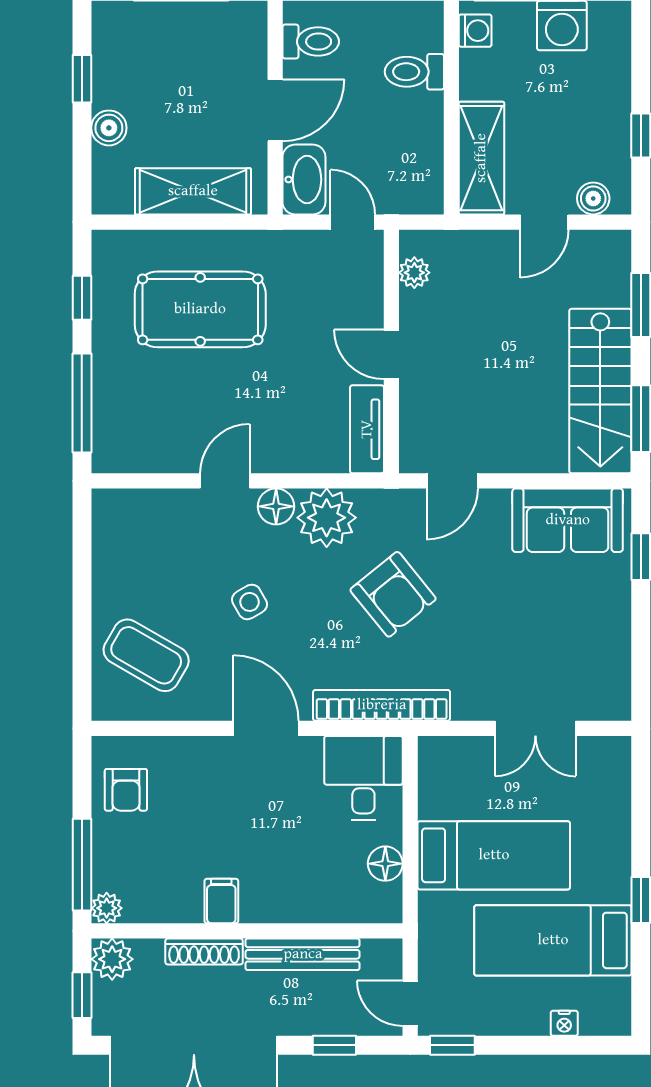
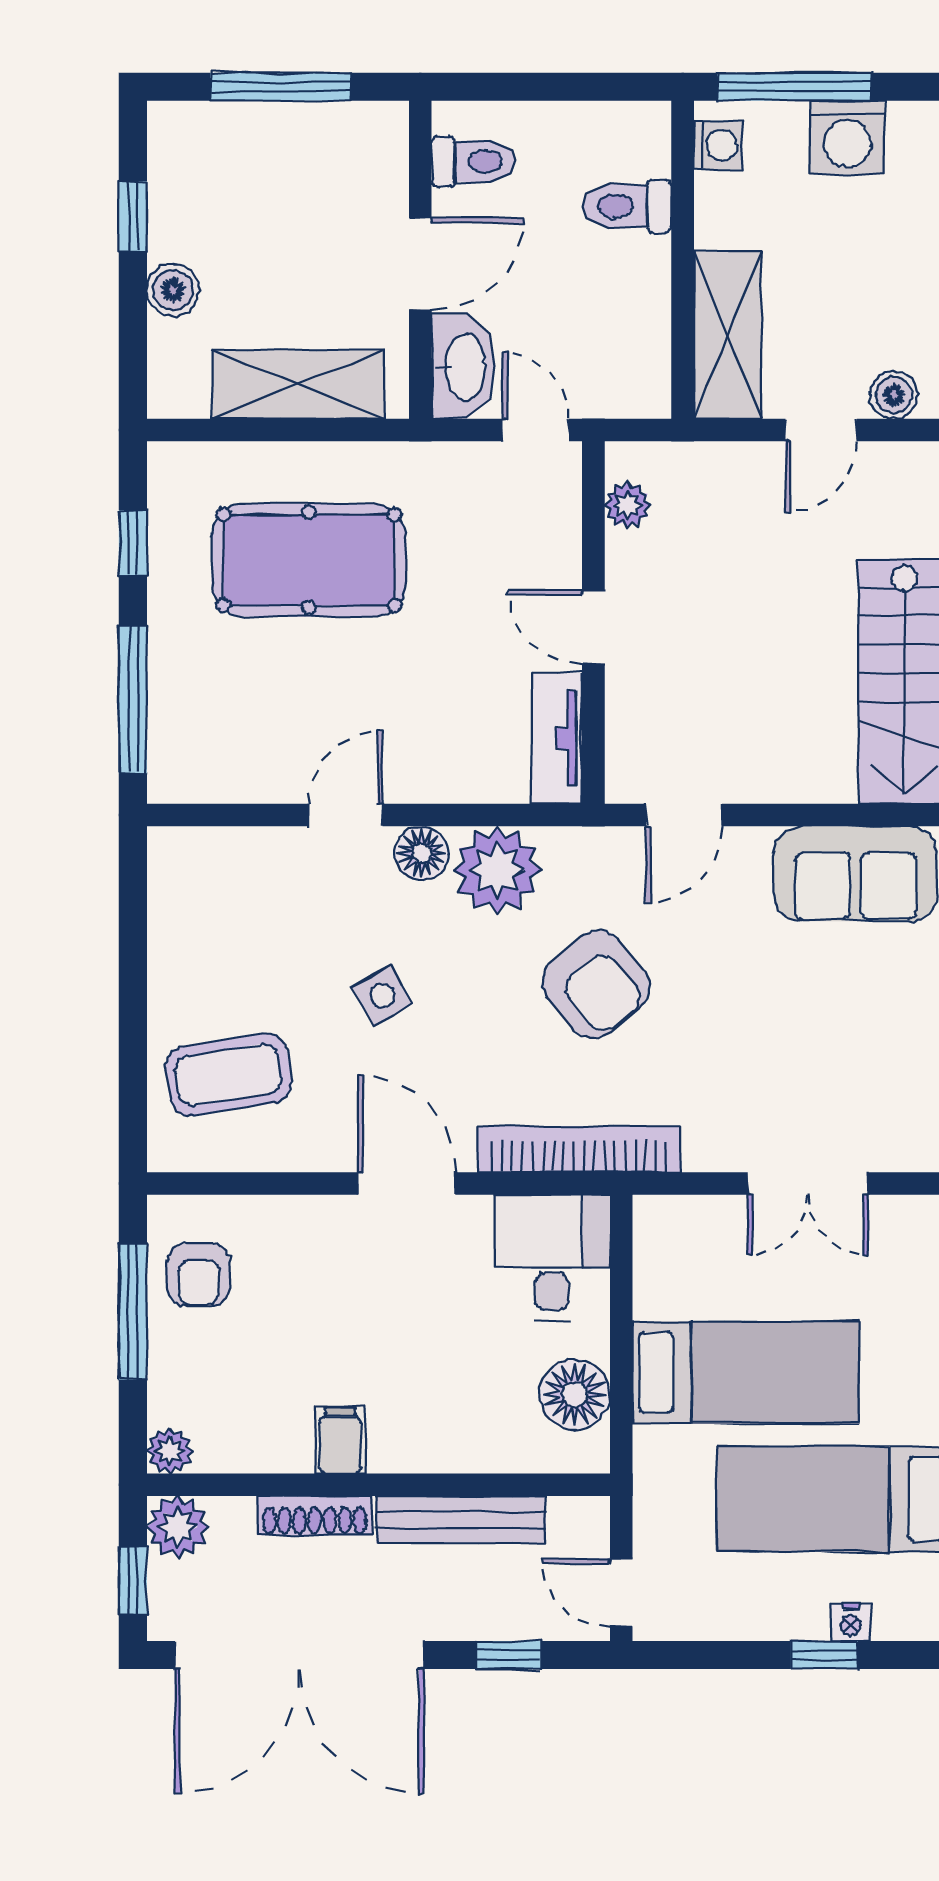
coffee table: (146, 655) -> (228, 1075), turned -39
floor lamp: (385, 864) -> (575, 1394), width x1.38, depth x1.38
window: (82, 865) -> (133, 1311), moved
window: (452, 1045) -> (824, 1655), moved

